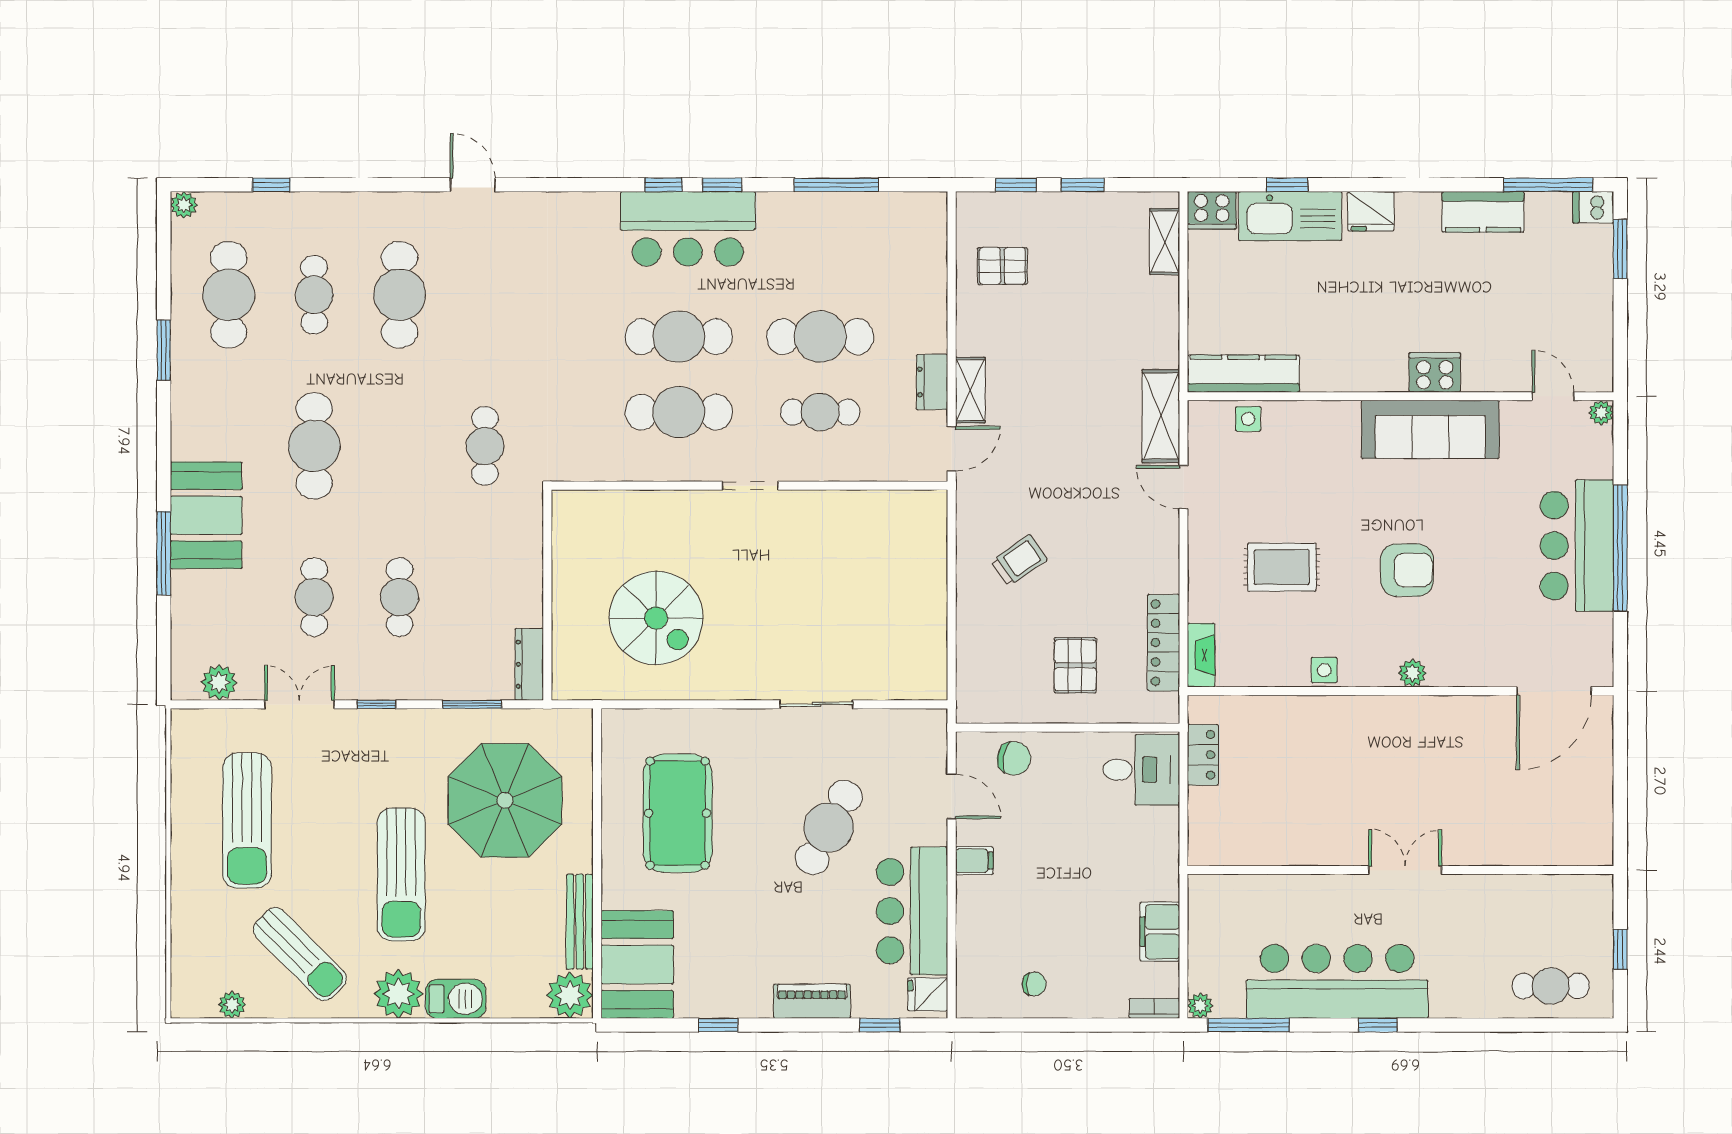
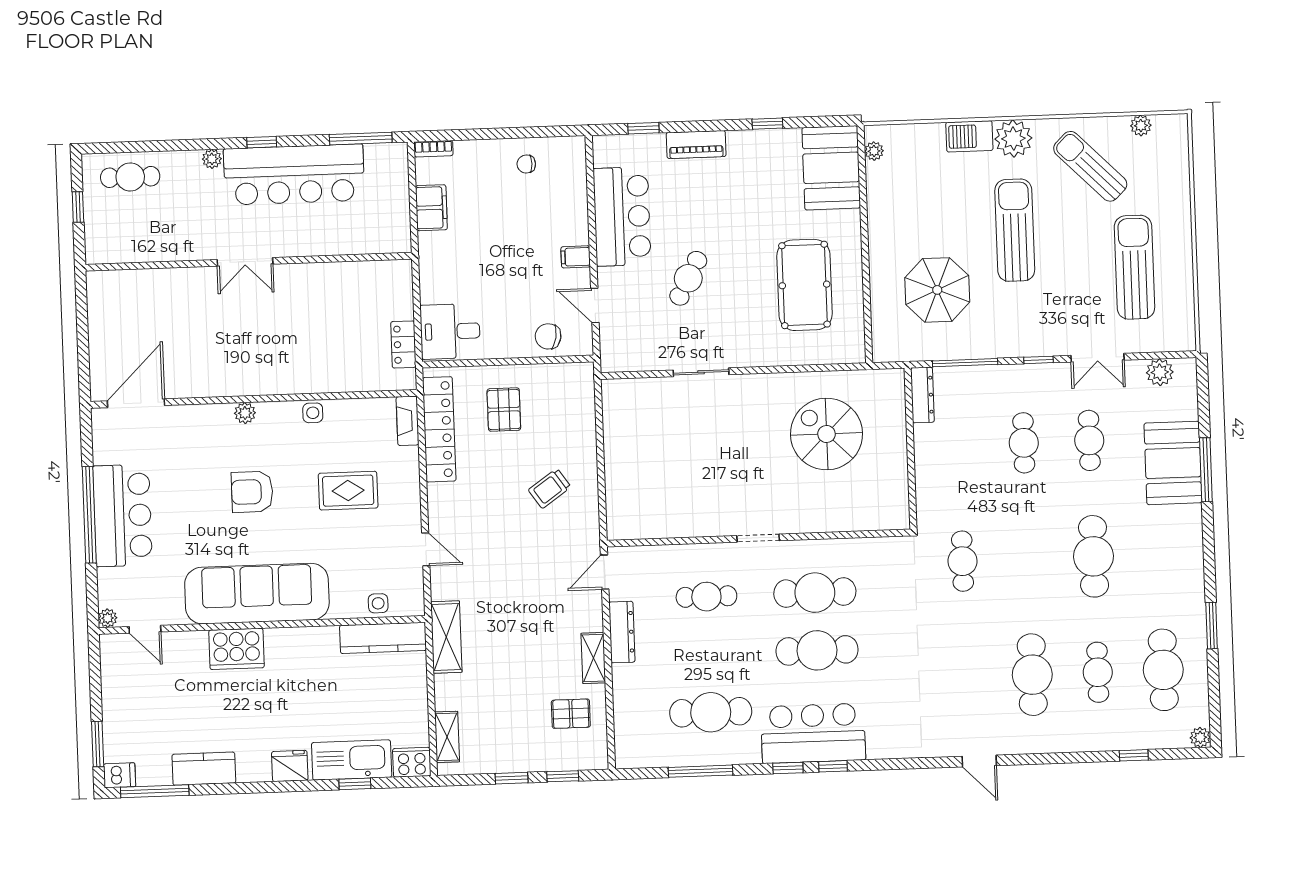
cafe table: (820, 337) -> (711, 712), moved
cooker: (1435, 372) -> (237, 649), width x1.37, depth x1.31
dresser: (932, 382) -> (622, 632), width x1.44
shelving: (970, 390) -> (593, 658), moved
shelving: (1161, 416) -> (446, 637), moved
sofa: (1430, 429) -> (257, 594), width x1.36, depth x1.27
booth: (206, 515) -> (1173, 463), moved
locker: (1164, 643) -> (439, 429), width x1.41, depth x1.21
window: (472, 704) -> (965, 363), width x1.44
parasol: (505, 800) -> (937, 290), width x0.73, depth x0.73
cafe table: (829, 827) -> (688, 278), width x0.73, depth x0.74
bench: (580, 922) -> (876, 199), removed
fridge: (928, 994) -> (608, 153), removed
plant: (570, 995) -> (874, 151), width x0.53, depth x0.53
plant: (1200, 1006) -> (212, 159), moved

